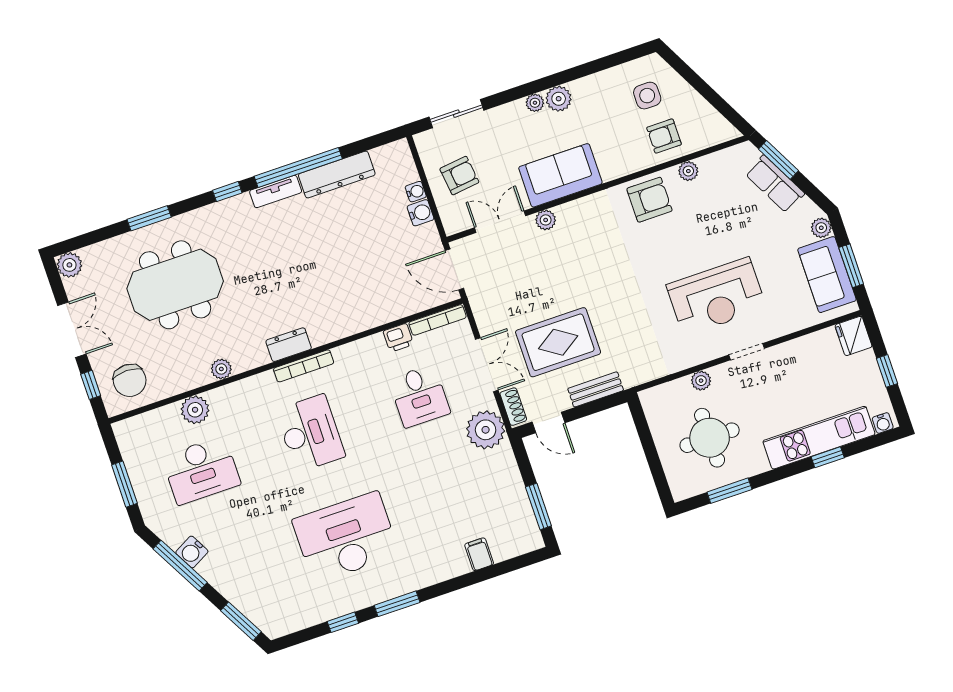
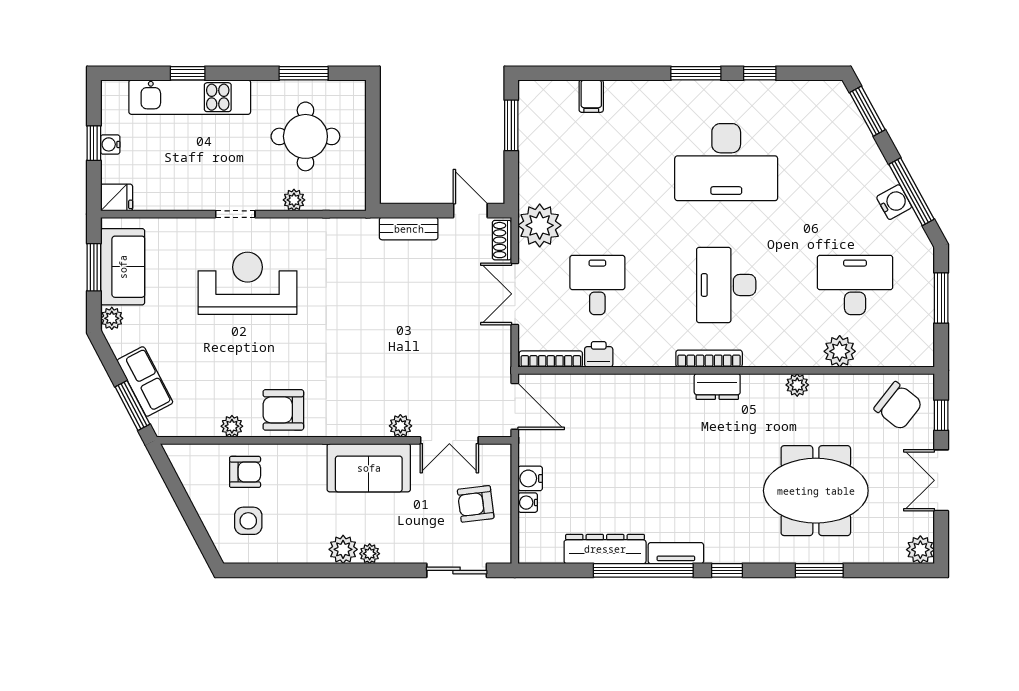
fridge: (854, 336) -> (117, 197), width x0.72
rug: (558, 342) -> (431, 292), removed
chair: (130, 380) -> (898, 406), turned 128
water cooler: (883, 423) -> (110, 144), moved, turned -90

